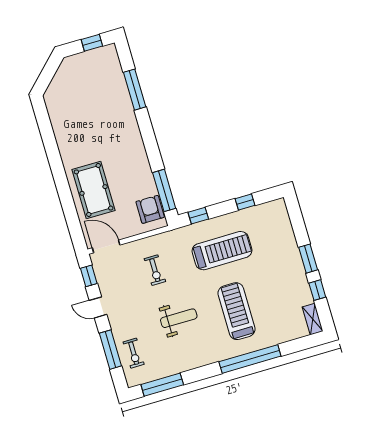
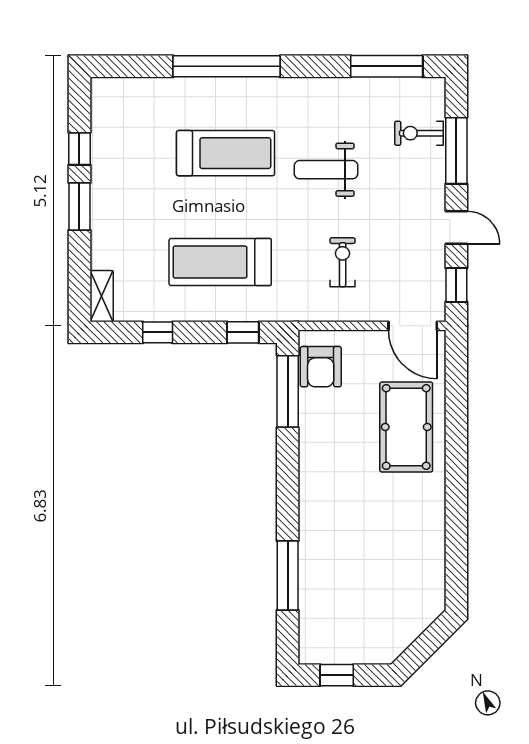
treadmill: (237, 311) -> (226, 153), turned -90
shelving: (313, 319) -> (102, 296), moved
exercise bike: (134, 353) -> (419, 133), turned -90

